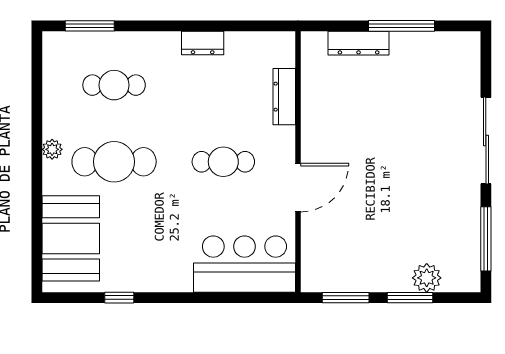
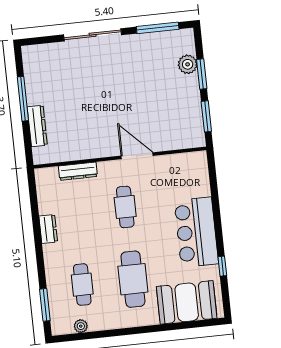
plant: (52, 149) -> (81, 326), moved
bar counter: (244, 264) -> (196, 232), moved

